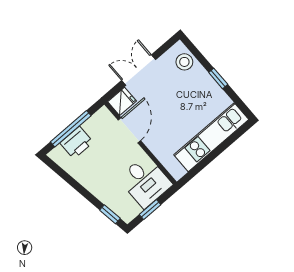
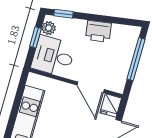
printer: (77, 143) -> (98, 31), moved, turned -99
plant: (132, 210) -> (49, 28), added

